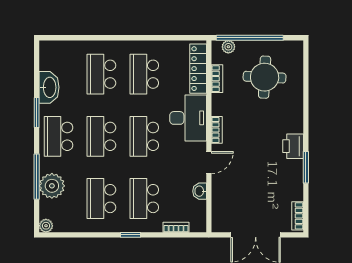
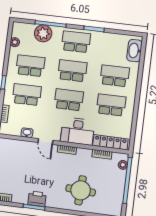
round table: (265, 77) -> (81, 190), moved
washbasin: (49, 87) -> (134, 51), moved, turned 90
printer: (293, 146) -> (37, 199), moved
plant: (46, 226) -> (15, 42), moved

